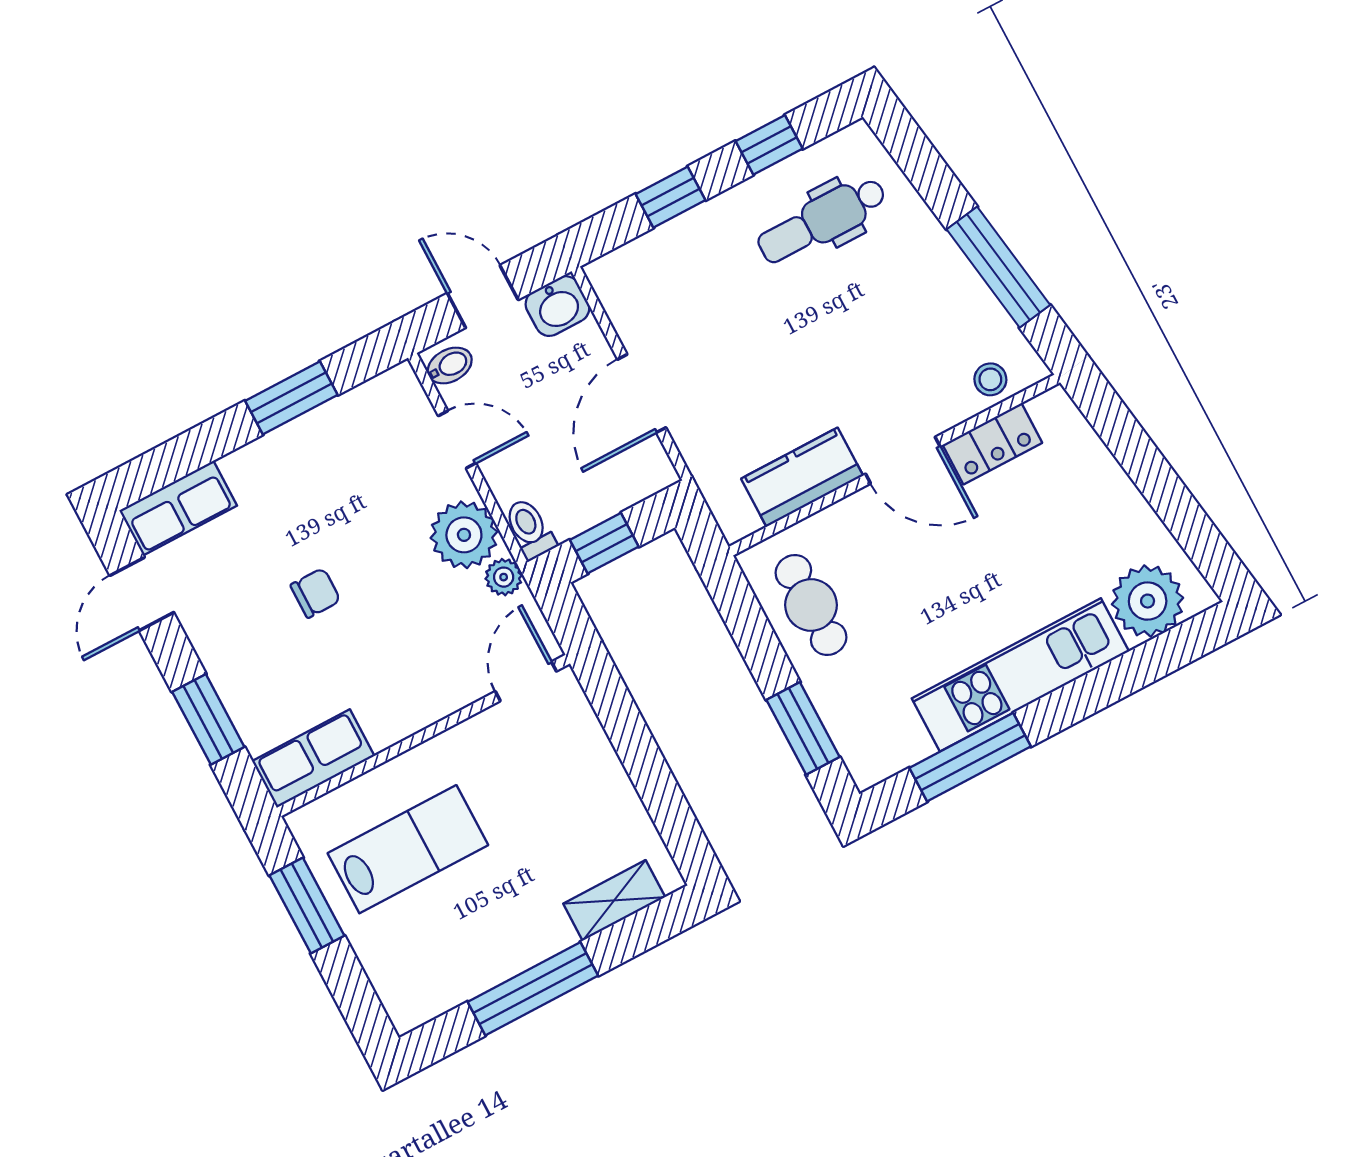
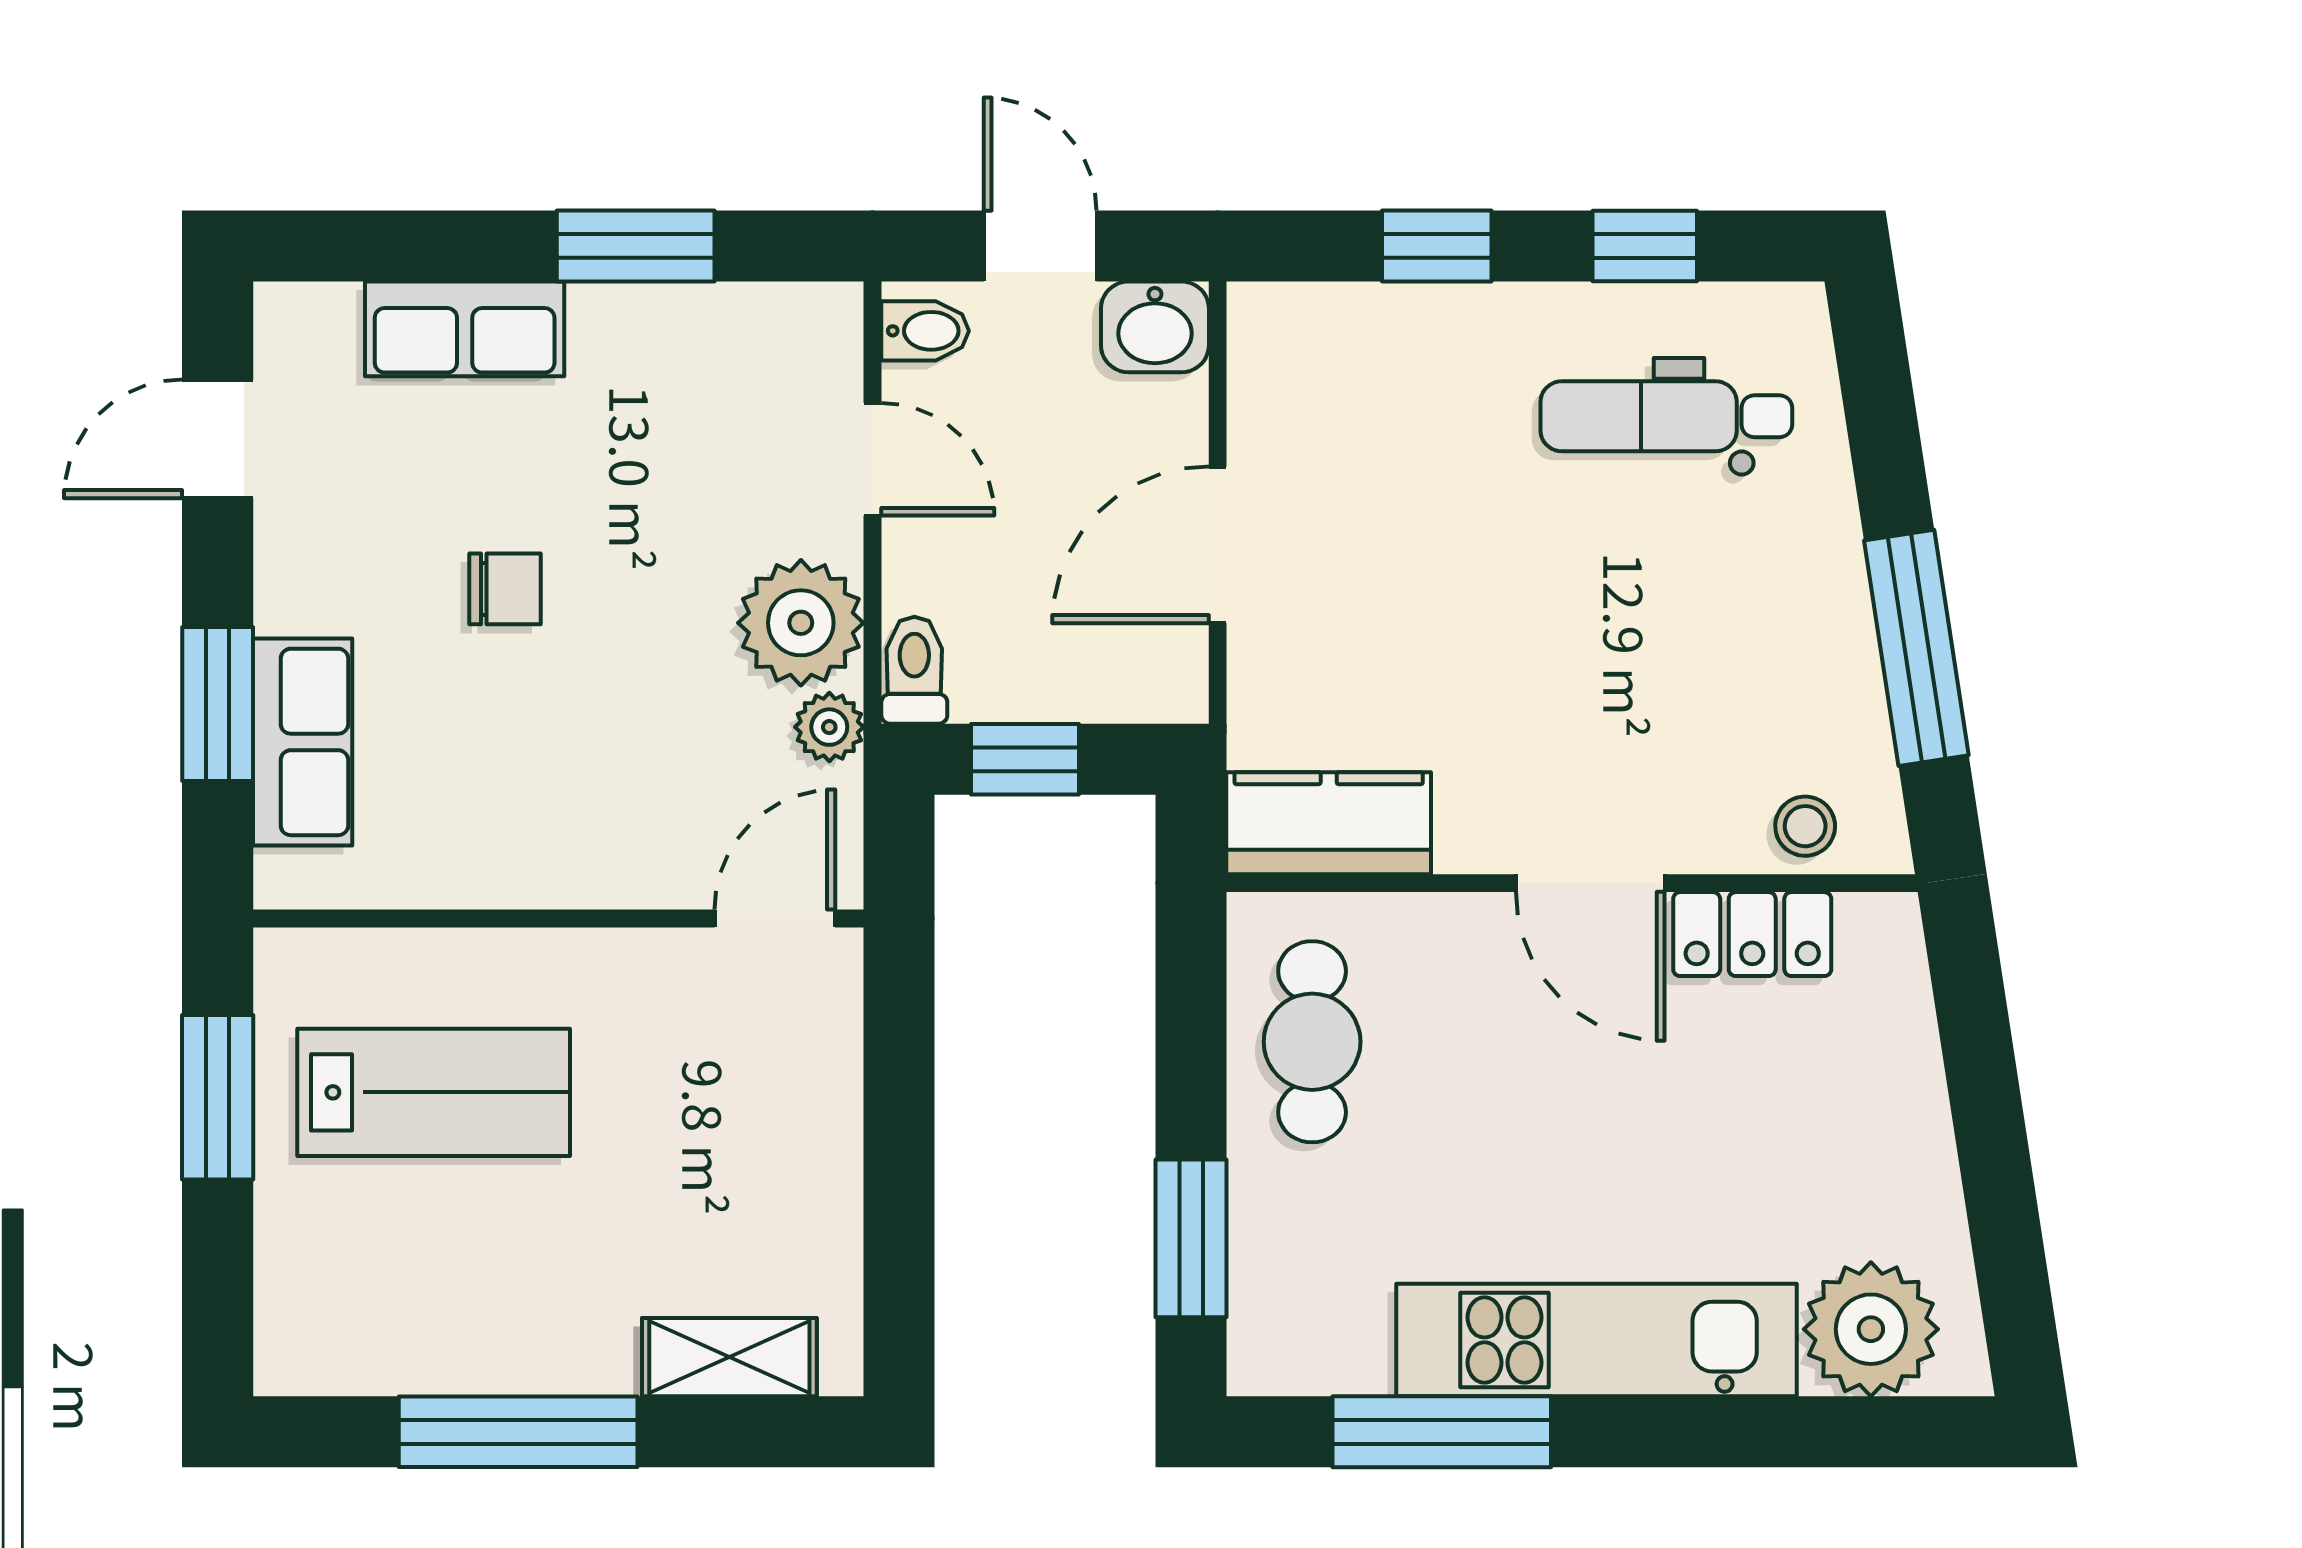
kitchen counter: (802, 477) -> (1329, 823), moved
row of seats: (178, 508) -> (465, 329), moved
row of seats: (313, 759) -> (303, 742), moved, turned 90

